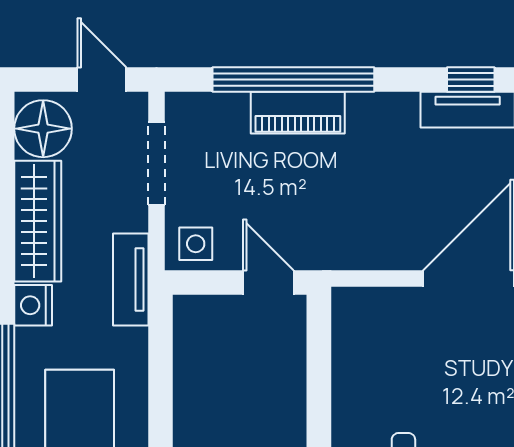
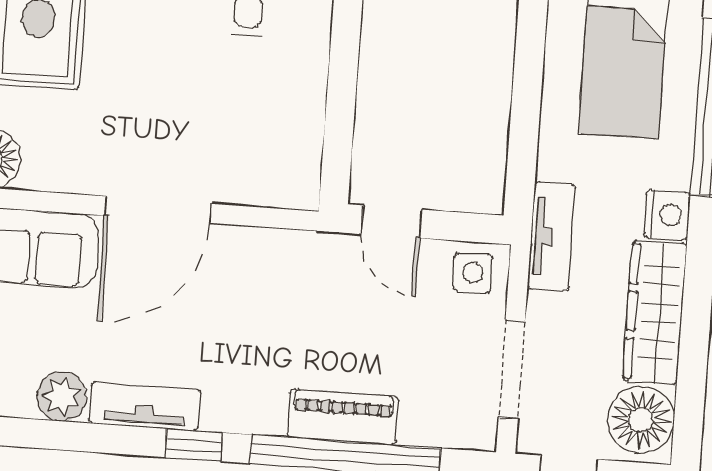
window: (471, 79) -> (194, 445), moved

